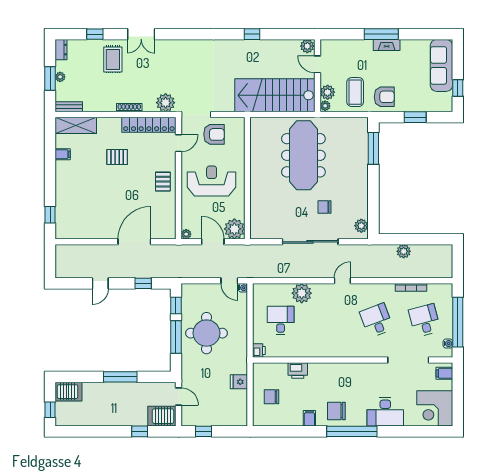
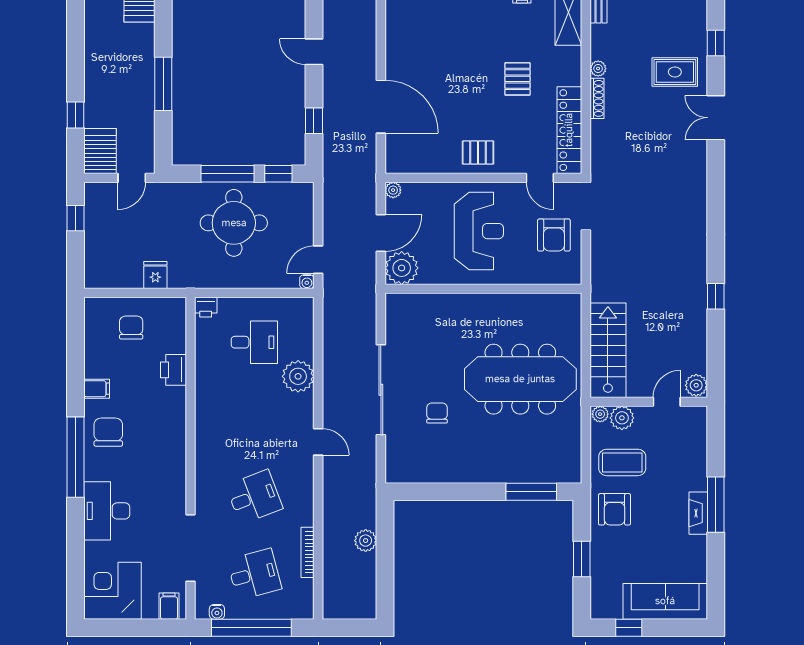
stairs: (275, 95) -> (608, 350), width x0.73, depth x0.66
plant: (166, 103) -> (598, 69), moved, width x0.53, depth x0.53
plant: (361, 226) -> (407, 472), removed

